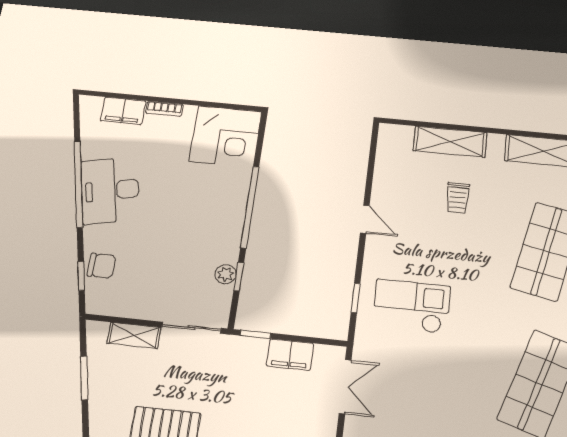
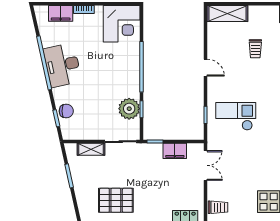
shelving: (450, 142) -> (227, 14), moved
plant: (226, 274) -> (129, 109), width x1.88, depth x1.88

